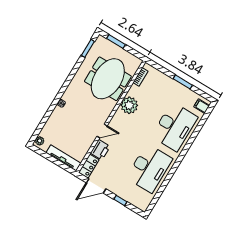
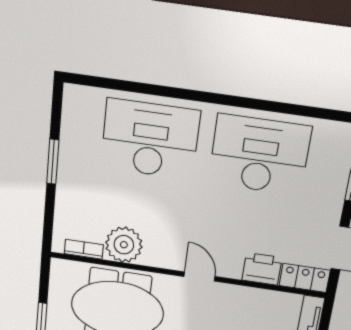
plant: (129, 105) -> (124, 245), moved
filing cabinet: (202, 106) -> (82, 100), removed
door: (102, 131) -> (200, 277), moved

